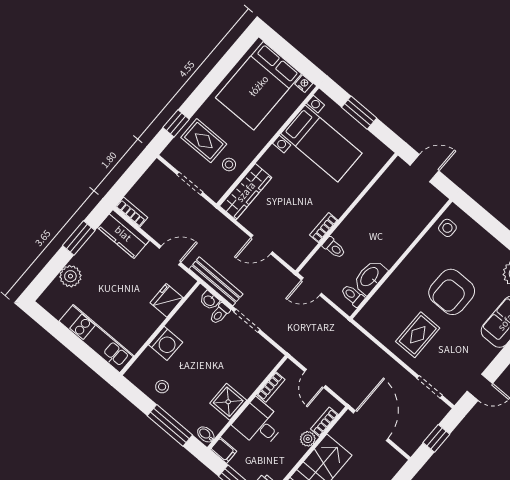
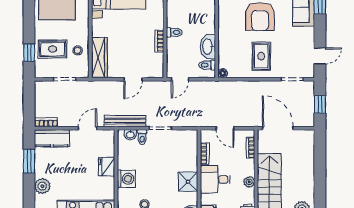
toilet: (334, 248) -> (174, 32), moved
fridge: (167, 300) -> (107, 167), moved
floor lamp: (362, 318) -> (223, 73), added
plant: (308, 439) -> (249, 182), moved

